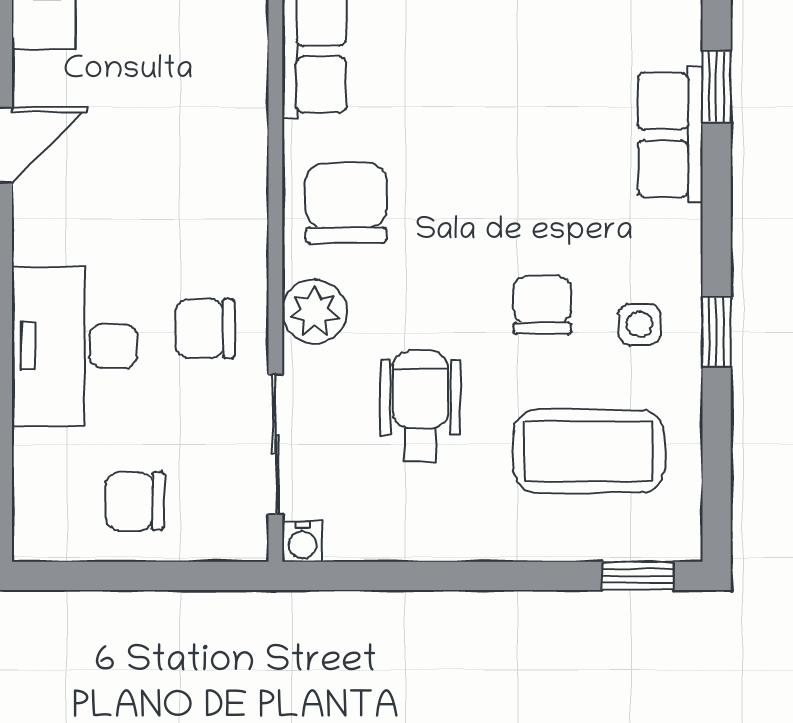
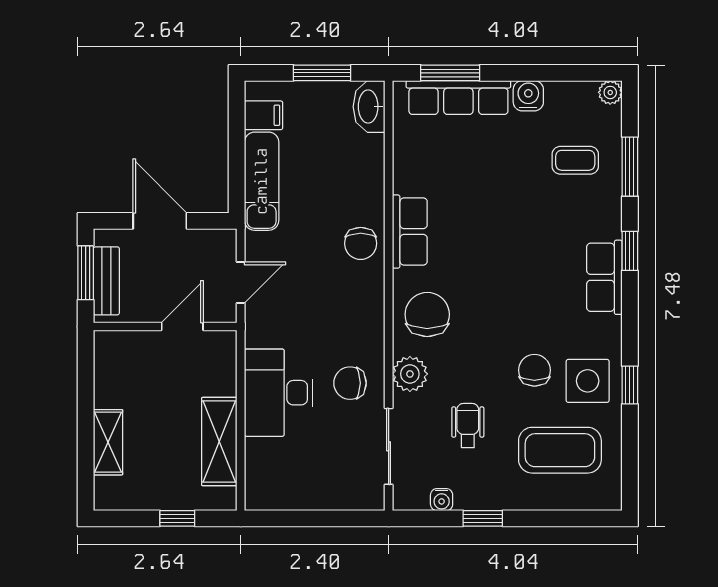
side table: (639, 324) -> (588, 381), width x1.87, depth x1.87
wheelchair: (420, 406) -> (468, 426), width x0.73, depth x0.73
chair: (134, 501) -> (361, 243), moved, turned -90
water cooler: (303, 542) -> (442, 500), moved
window: (638, 576) -> (483, 518), moved

